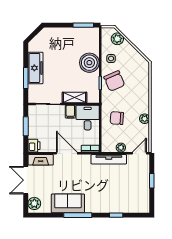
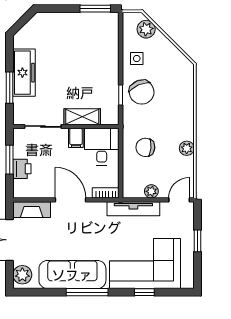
boiler: (89, 63) -> (104, 65), removed
printer: (34, 146) -> (22, 169), moved
corner sofa: (117, 196) -> (145, 264), added
sofa: (68, 203) -> (72, 275), width x1.36

